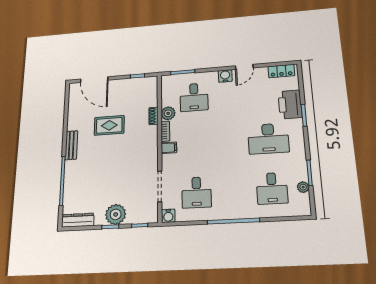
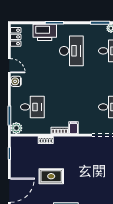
plant: (168, 113) -> (16, 128), moved
rug: (109, 125) -> (51, 176), turned 90

